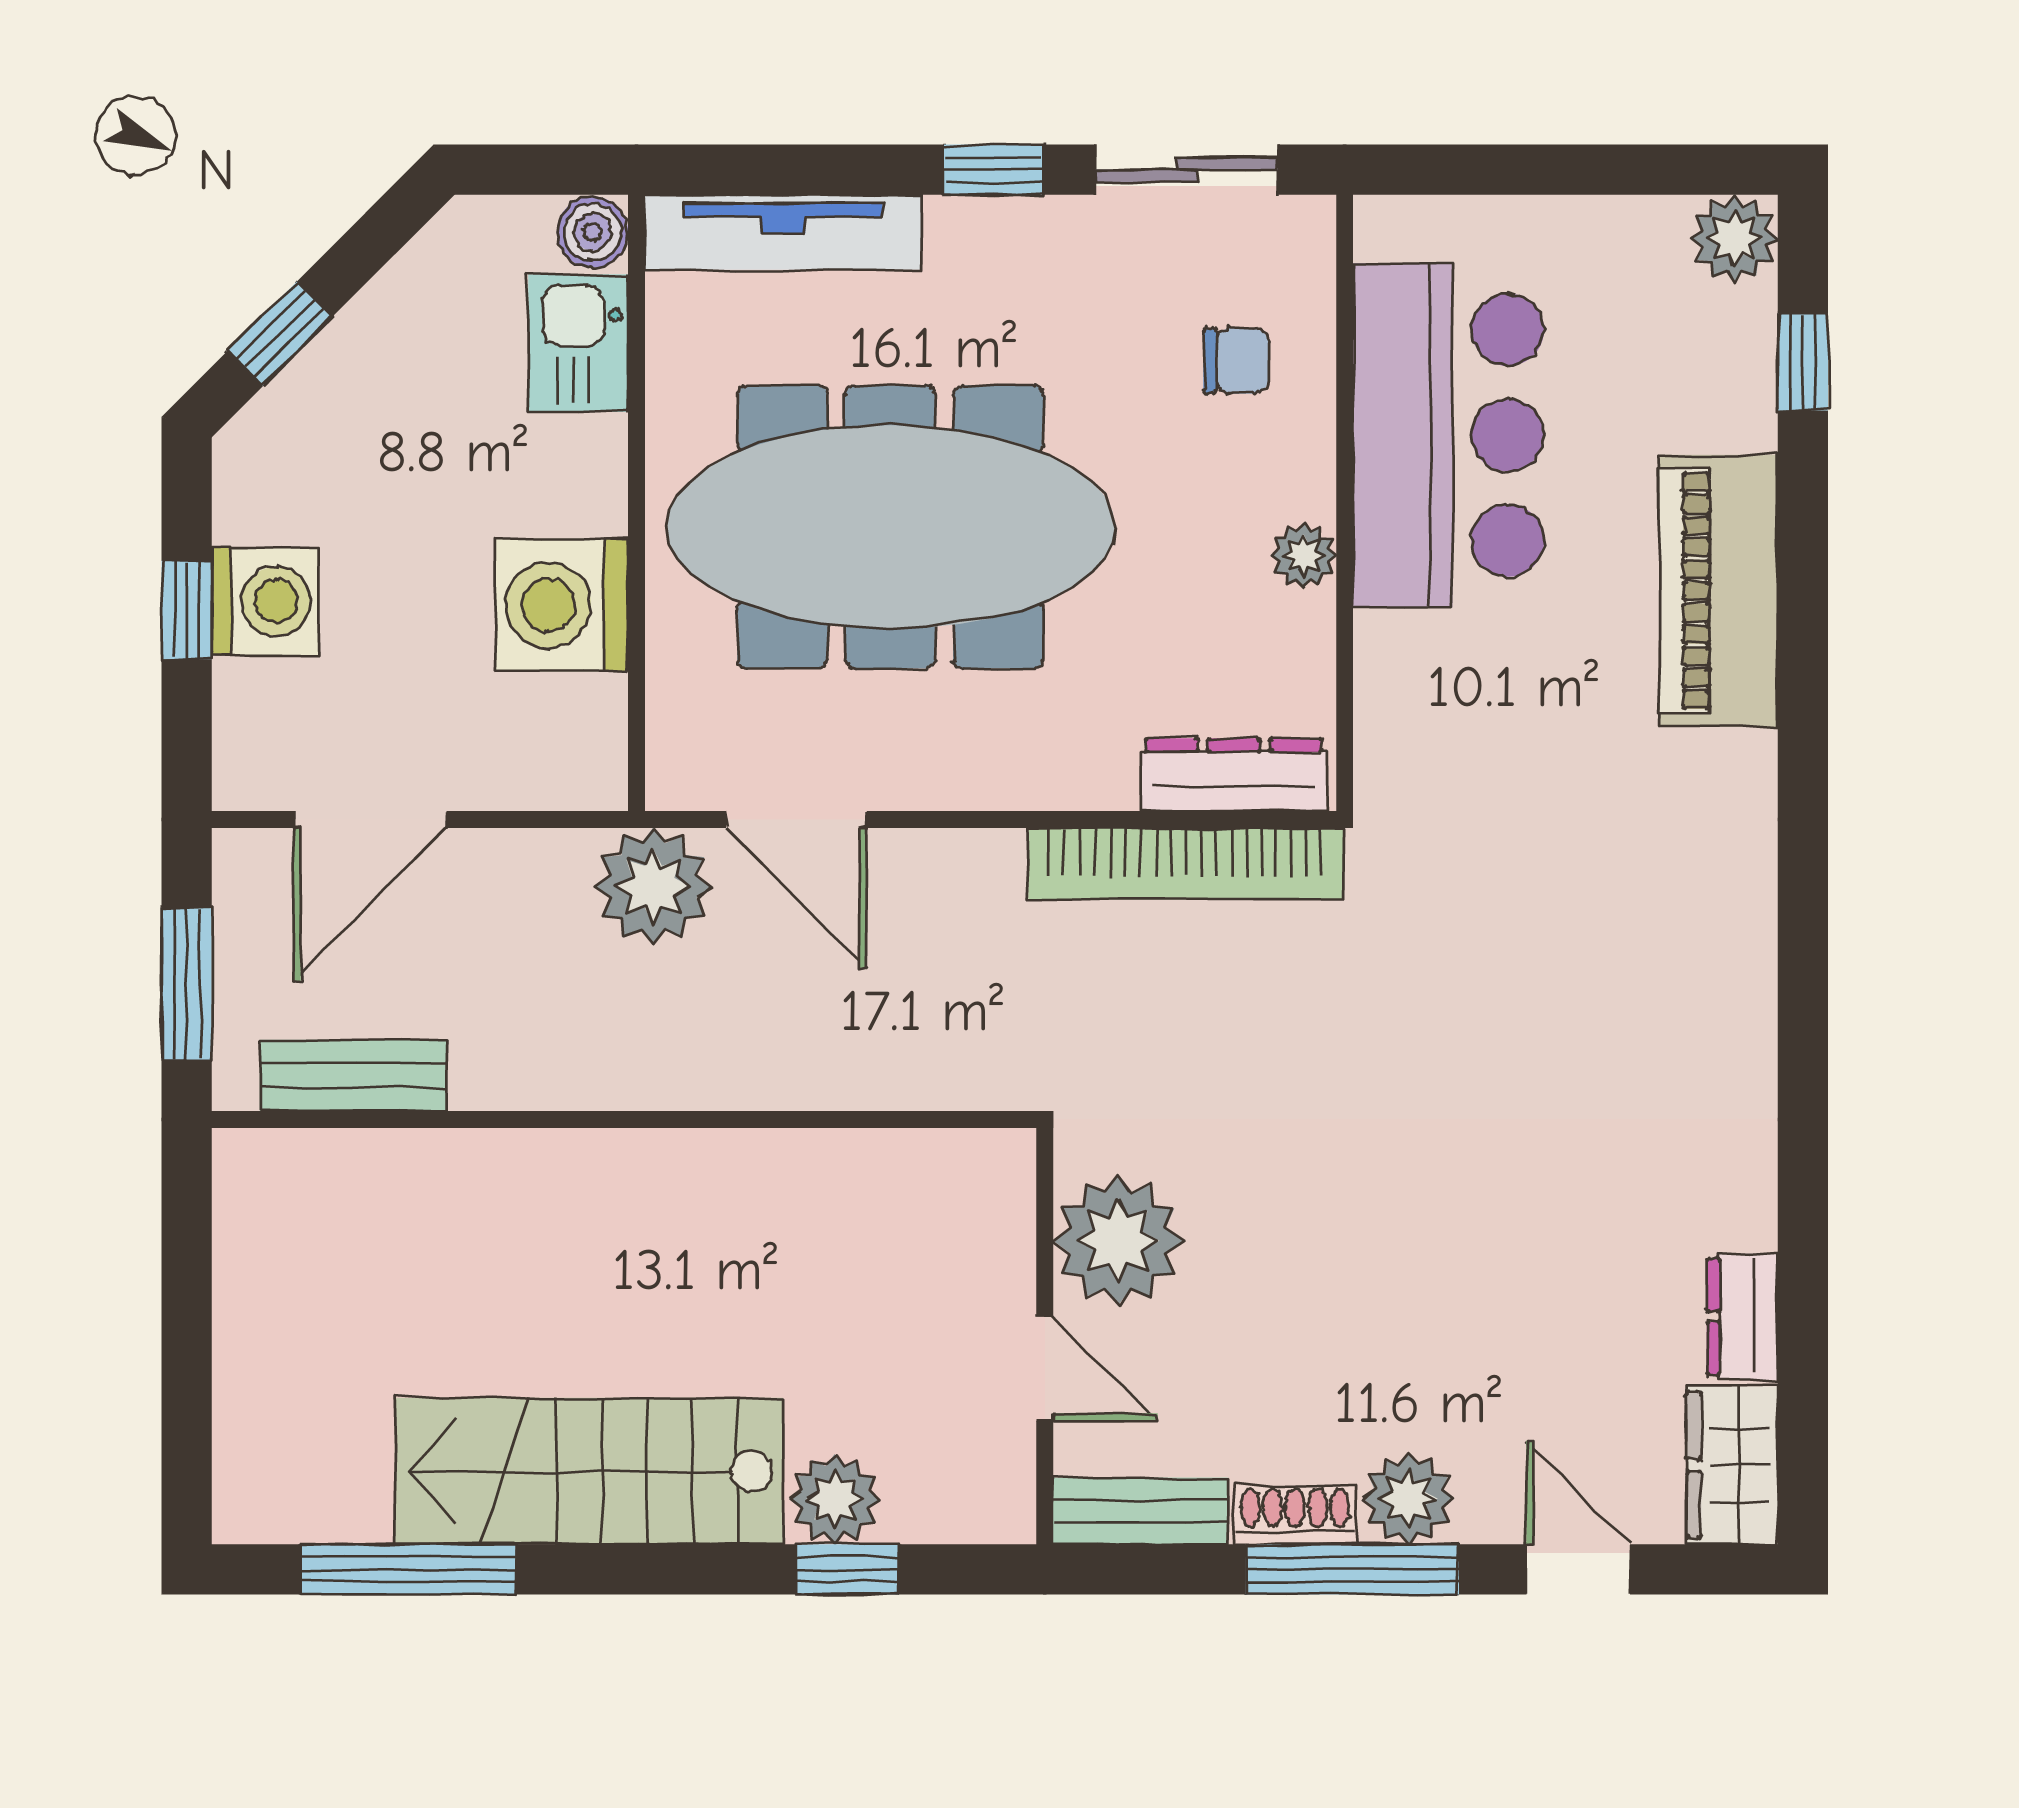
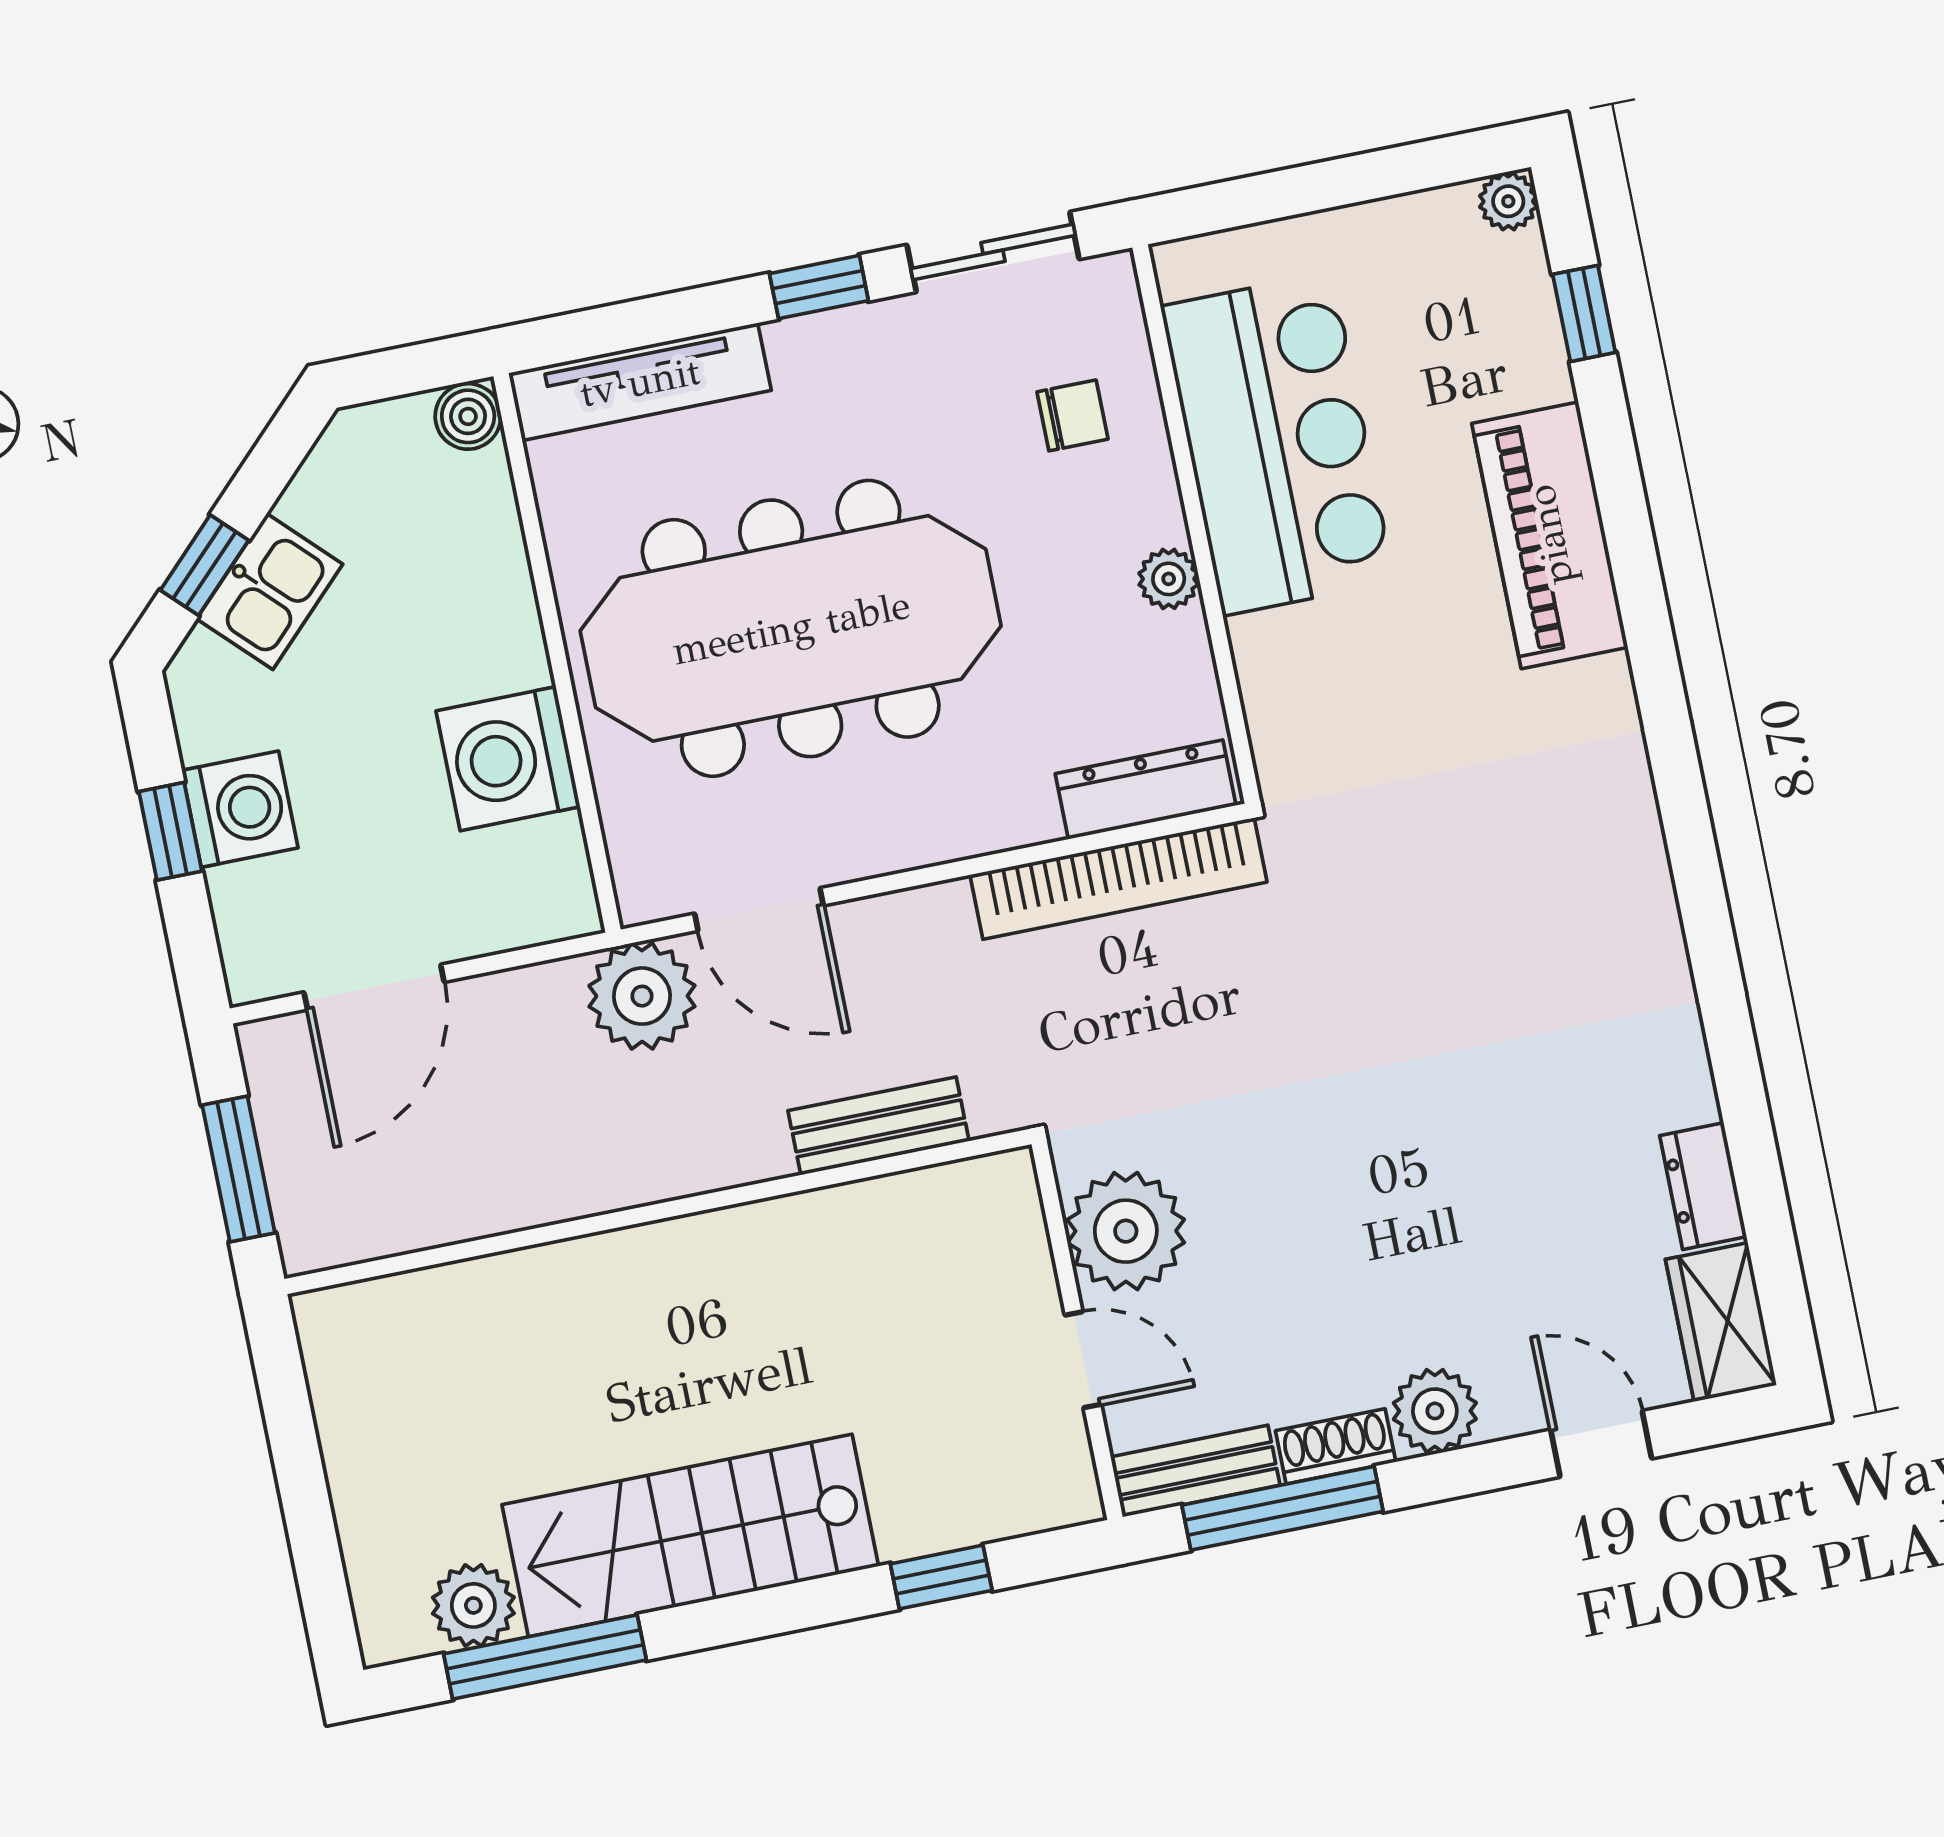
plant: (1734, 238) -> (1508, 201), width x0.73, depth x0.73
kitchen sink: (578, 343) -> (270, 592), moved, turned -135
bench: (353, 1076) -> (879, 1126), moved
plant: (835, 1499) -> (473, 1605), moved
window: (1352, 1569) -> (1282, 1508), moved

